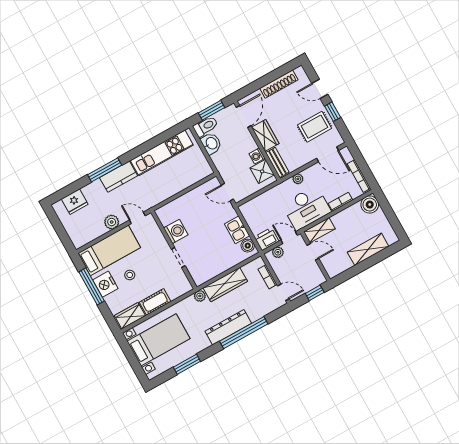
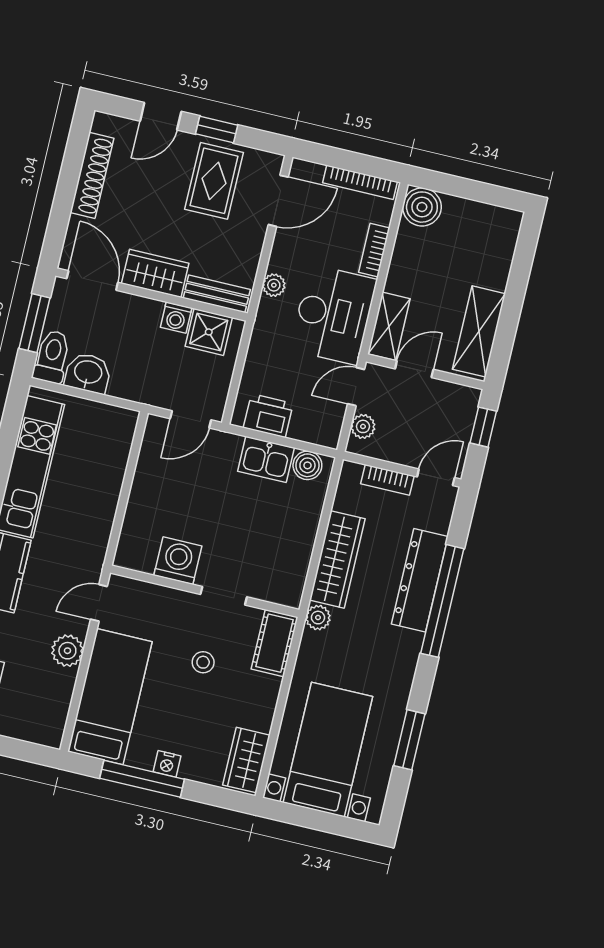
printer: (267, 239) -> (268, 416), moved, turned 90
shelving: (368, 249) -> (479, 331), moved
stool: (130, 275) -> (203, 662), moved
nightstand: (105, 284) -> (167, 764), width x0.53, depth x0.56
cot: (155, 302) -> (275, 643), moved
dresser: (228, 327) -> (420, 580), moved

